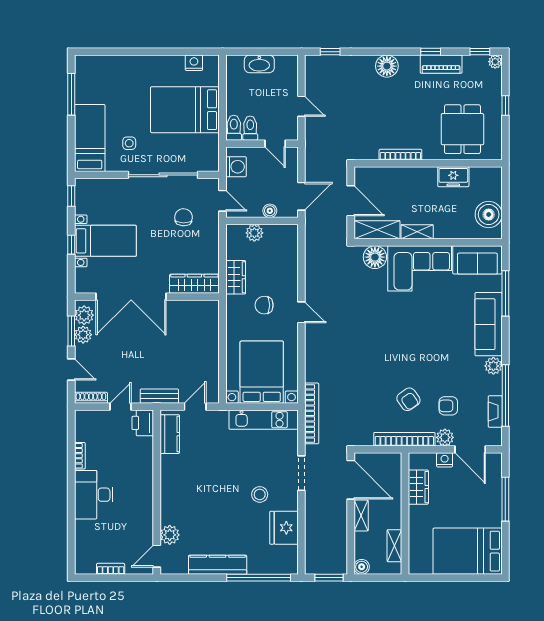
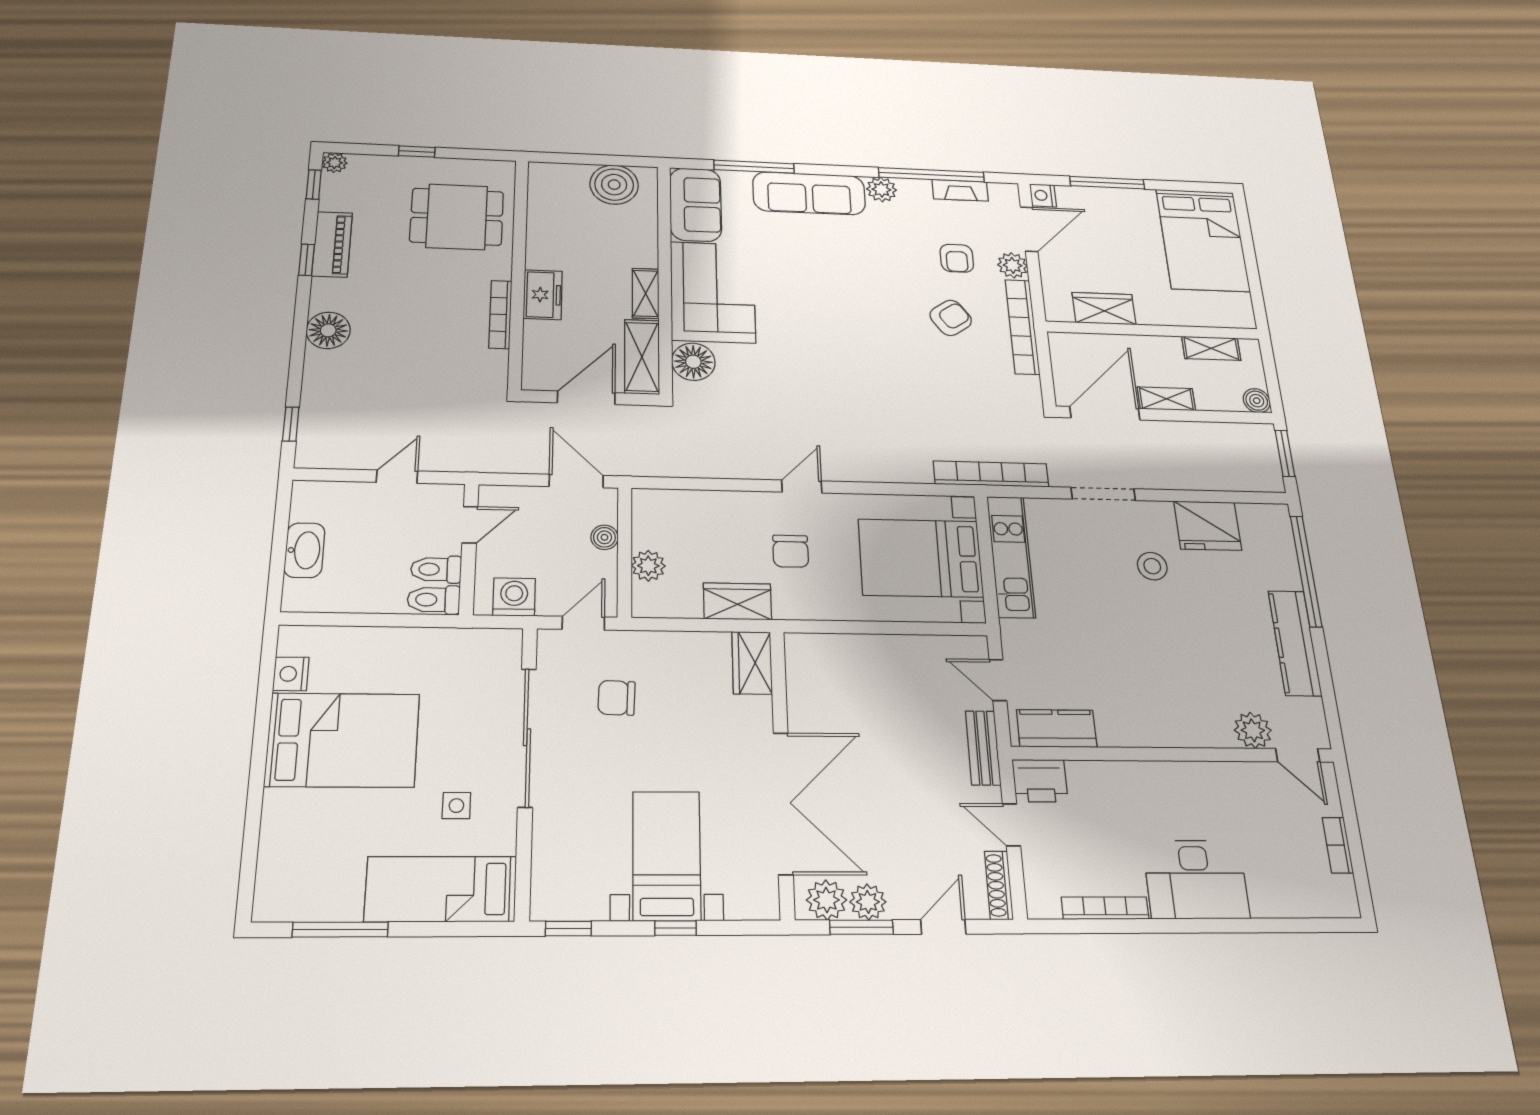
bed: (185, 110) -> (343, 740), moved, turned -90
freezer: (453, 177) -> (543, 295), moved
wardrobe: (194, 284) -> (752, 663), width x0.67
bookcase: (80, 456) -> (1105, 908), width x1.56
nightstand: (445, 460) -> (1043, 195), moved

